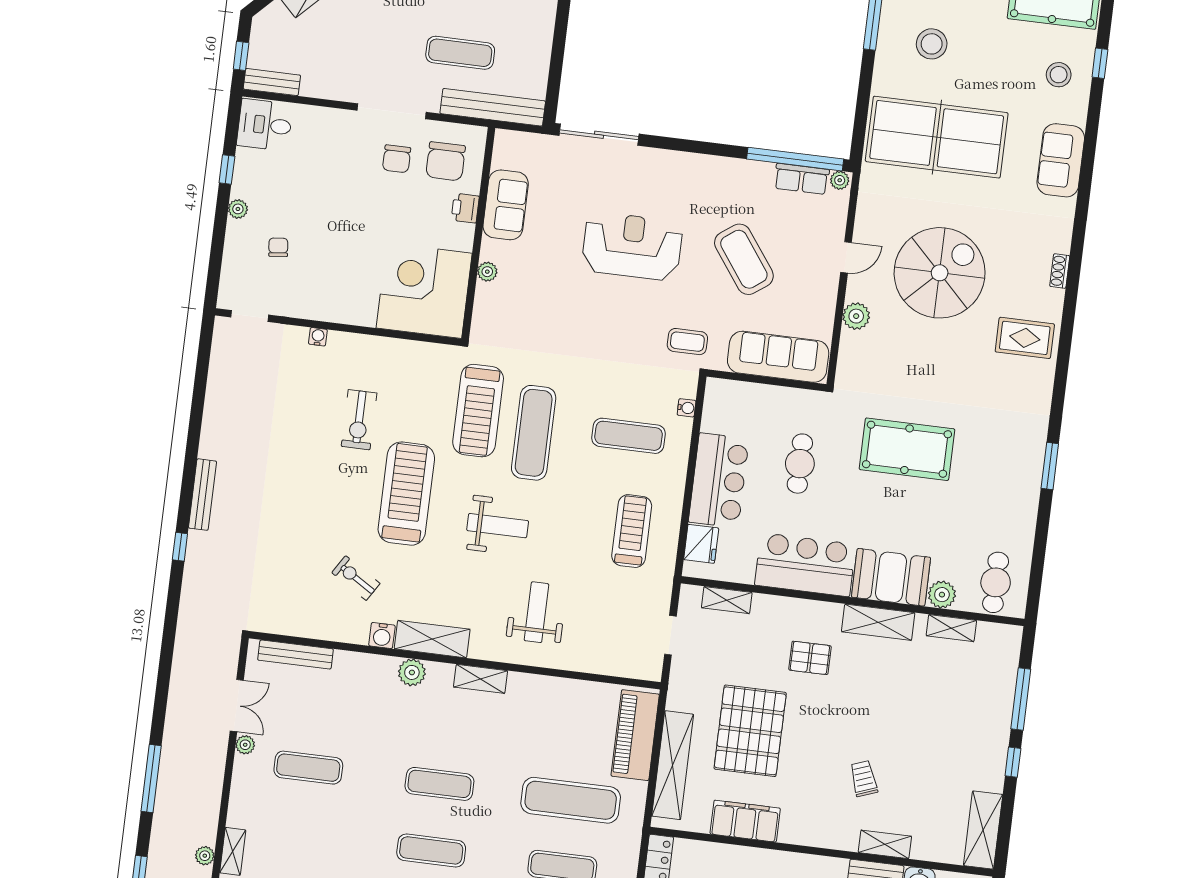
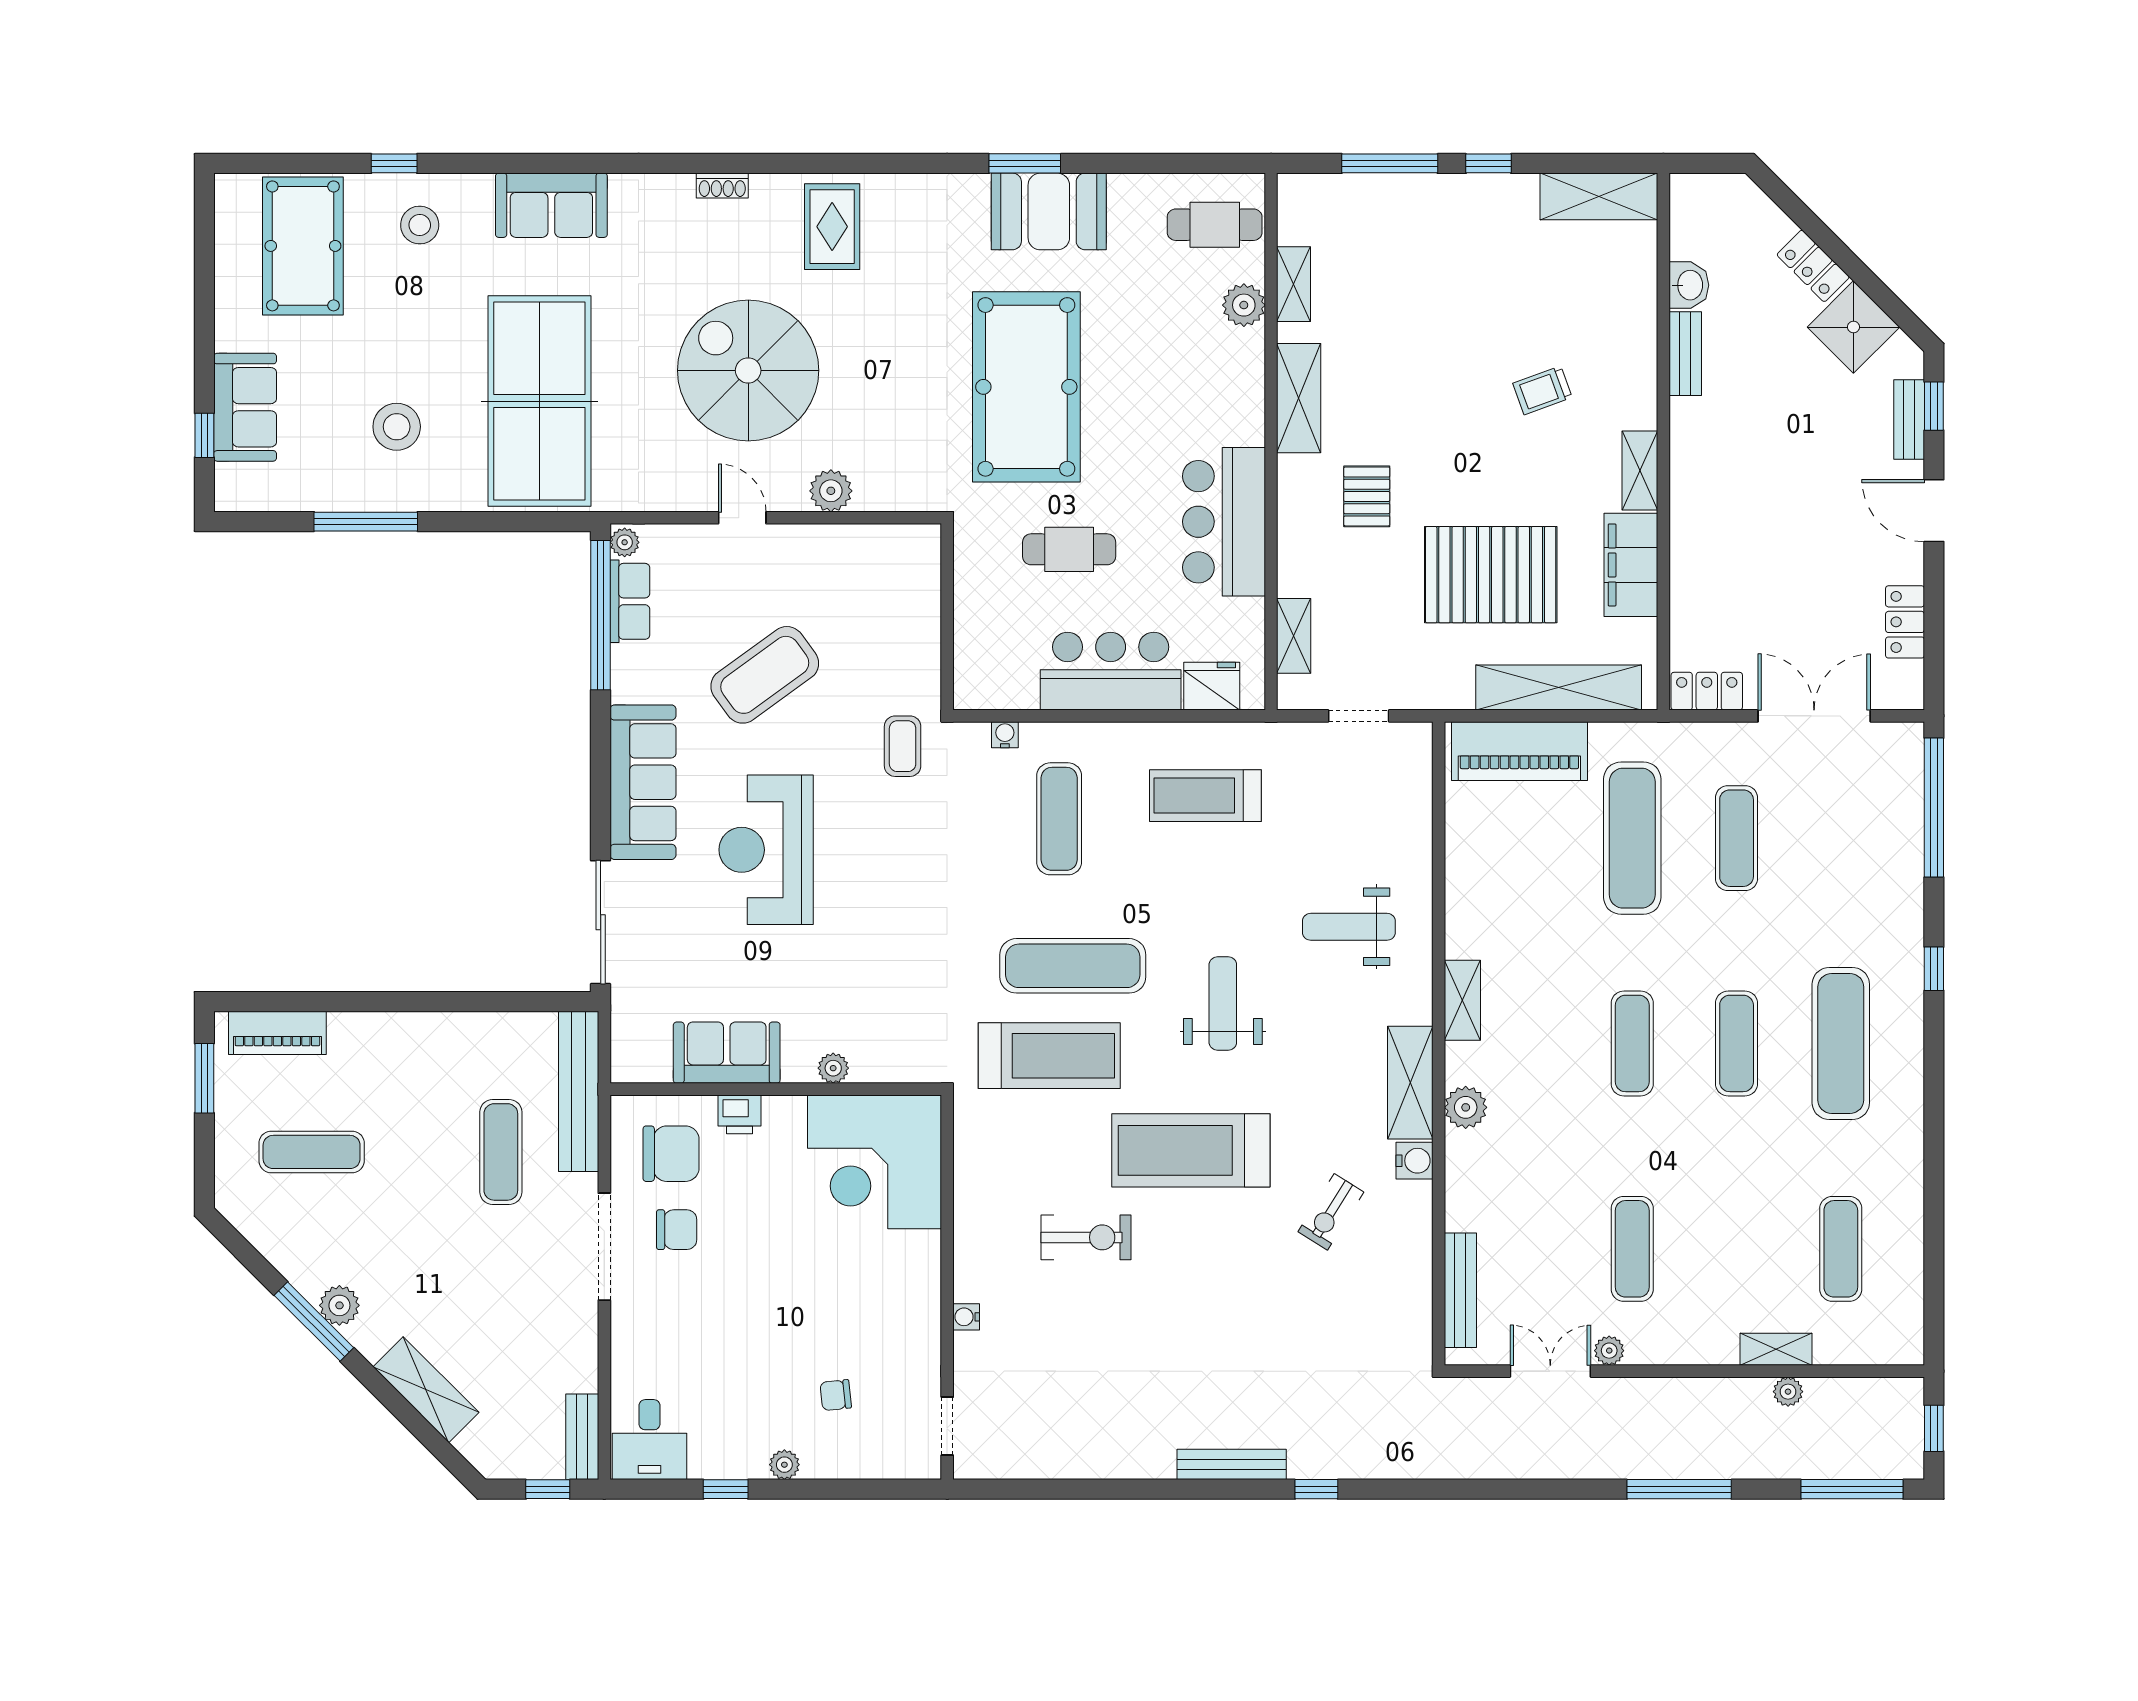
sofa: (778, 357) -> (643, 782), moved, turned 180
pool table: (907, 449) -> (1026, 387), width x1.36, depth x1.32
booth: (891, 577) -> (1049, 211), moved, turned 90
shelving: (885, 844) -> (1640, 471), moved

